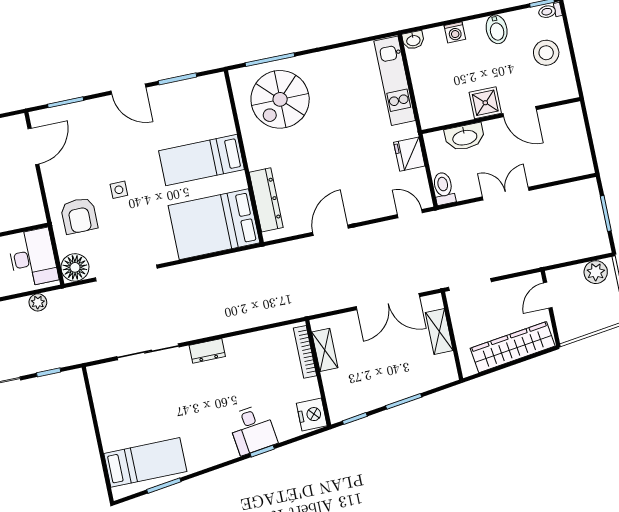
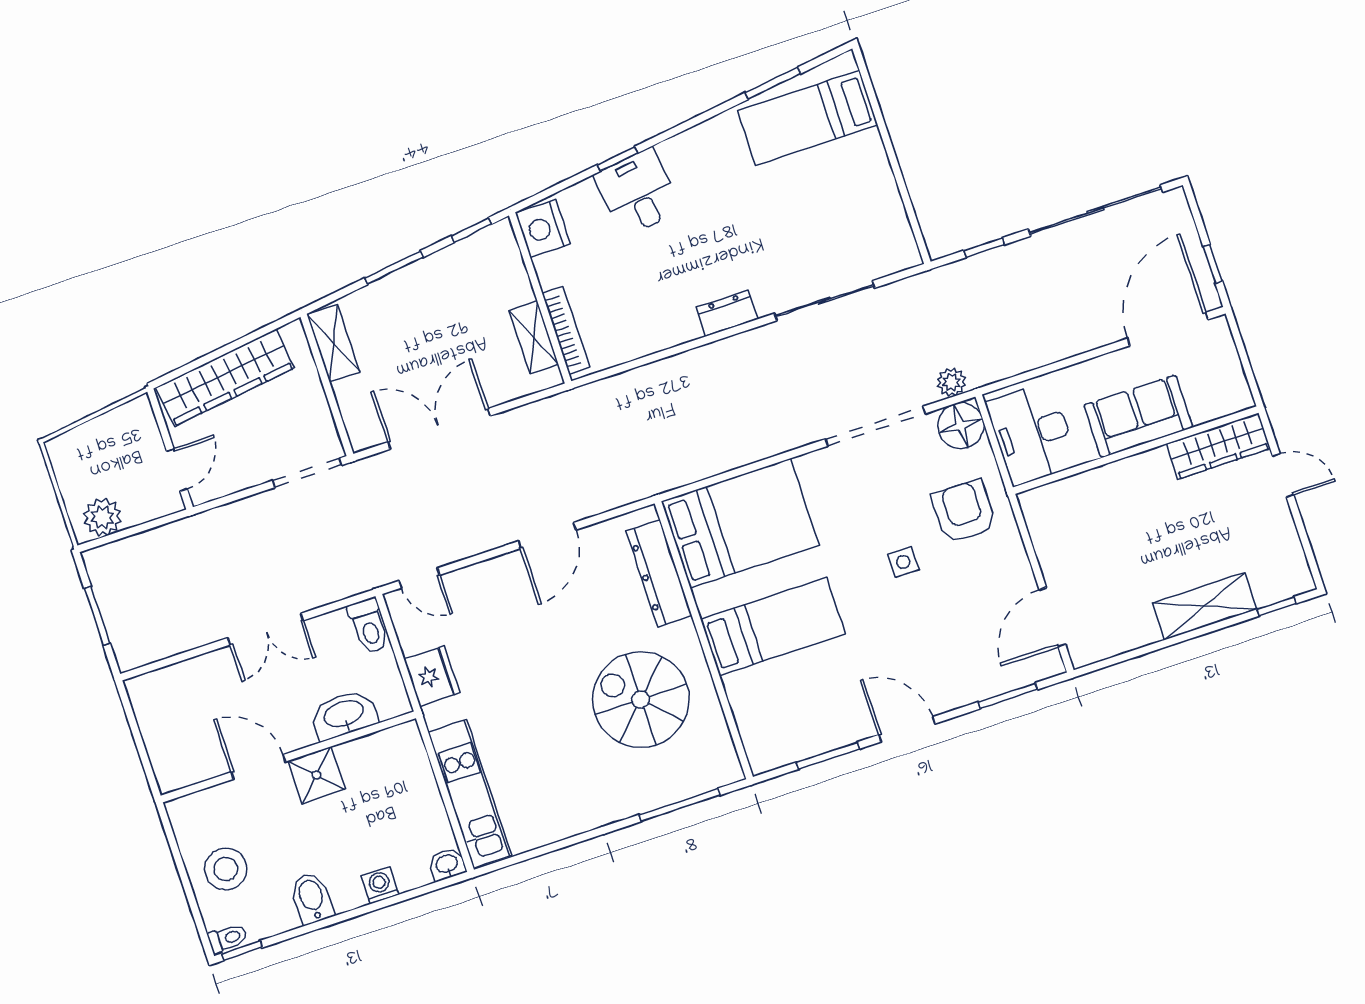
spiral stairs: (280, 99) -> (641, 700), moved, turned -90
plant: (38, 302) -> (951, 382), moved
shelving: (439, 331) -> (333, 343), moved

